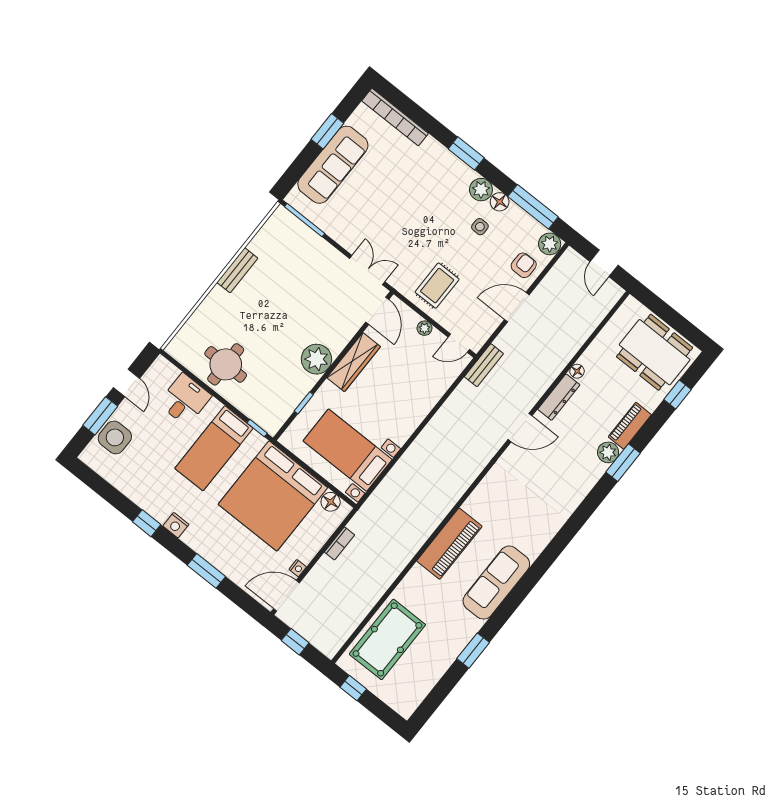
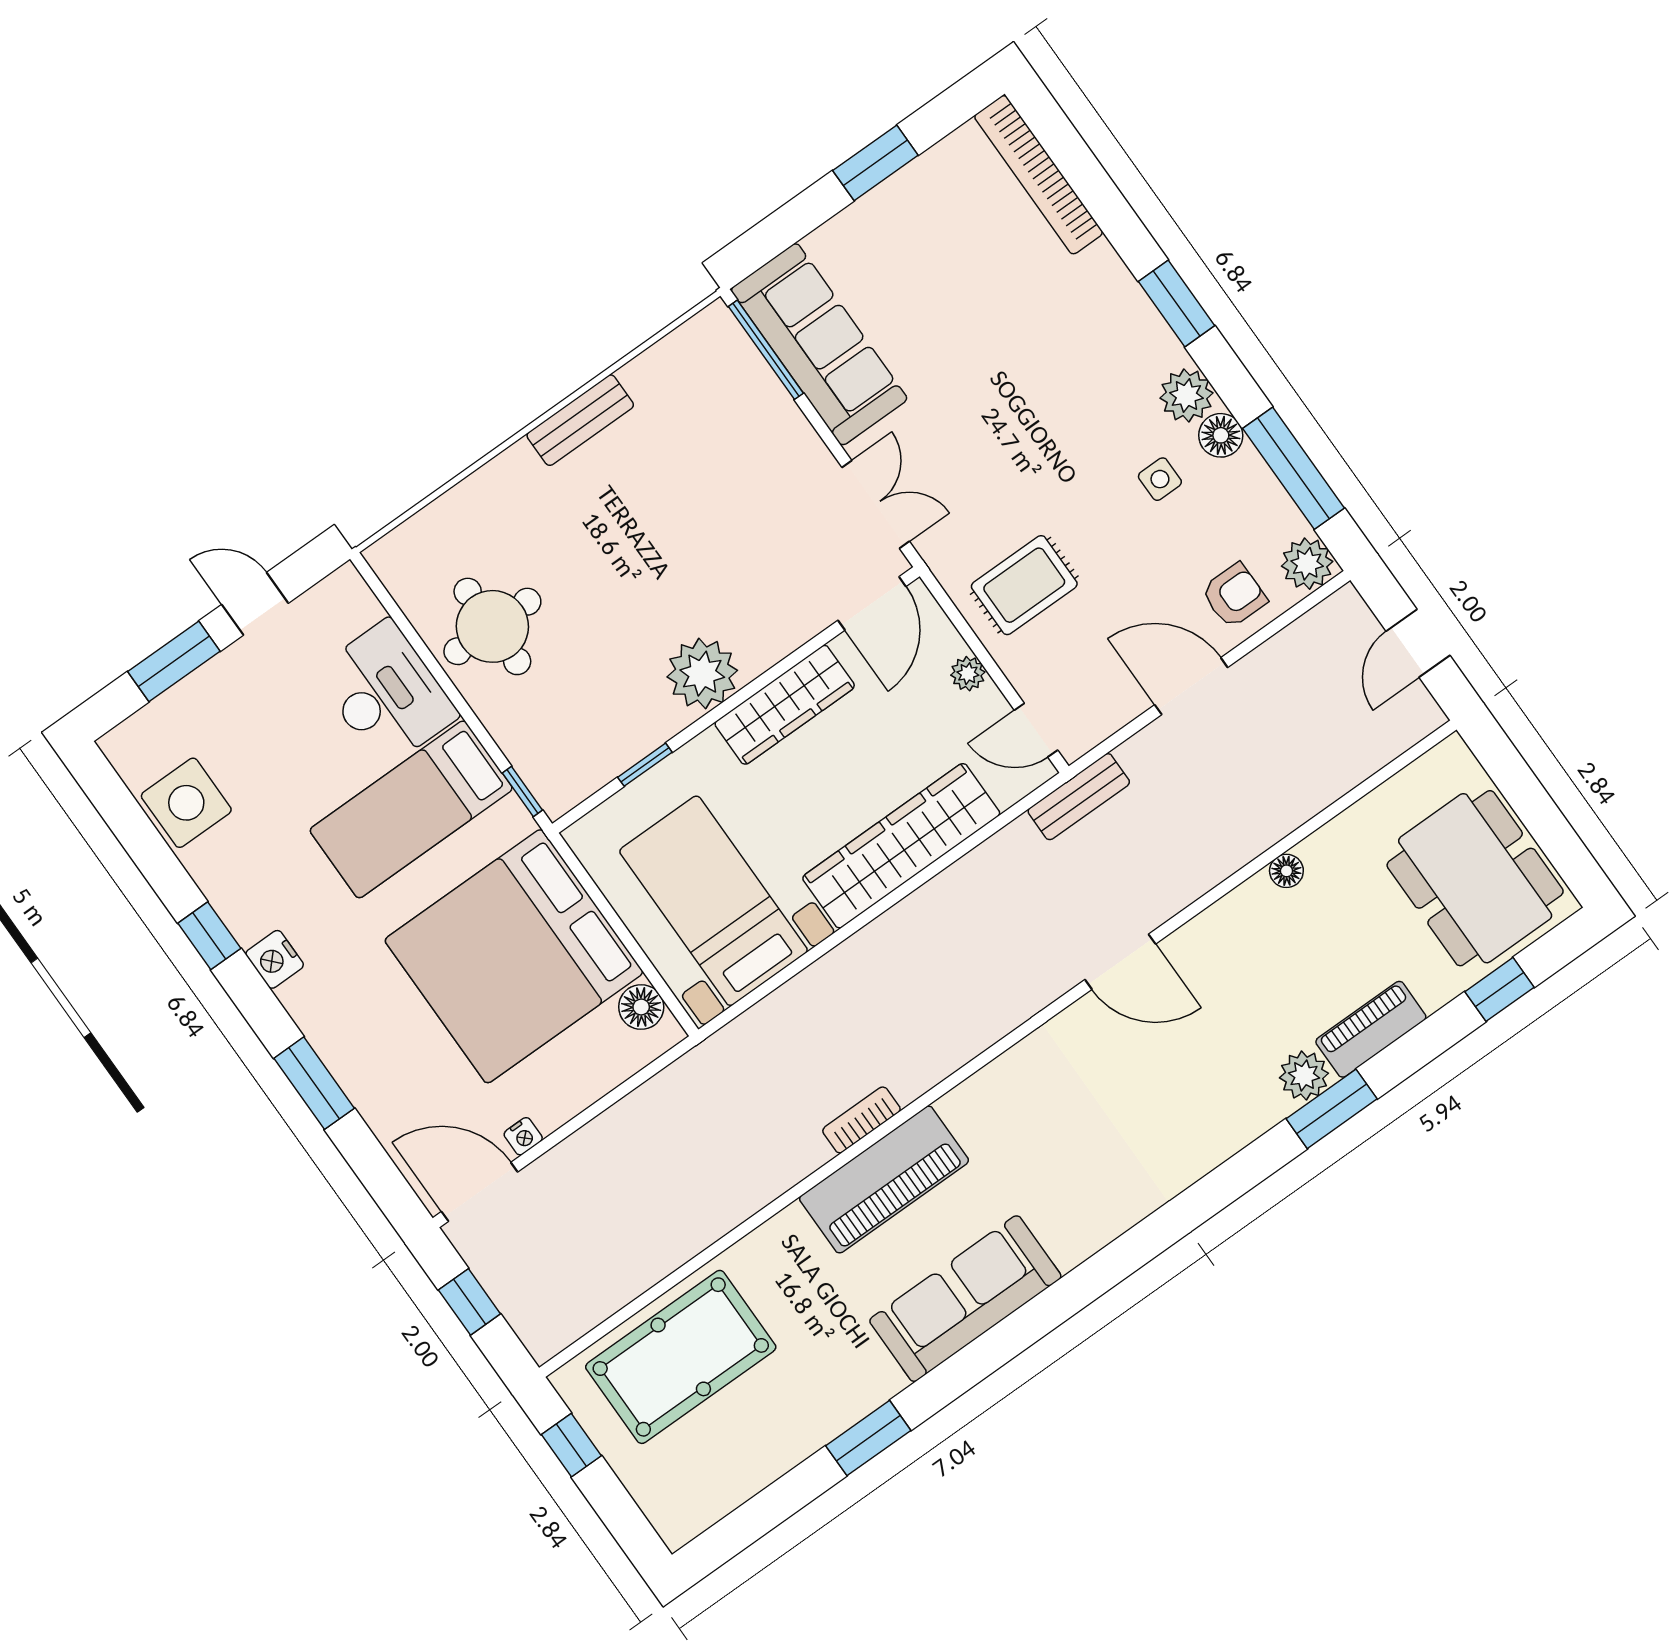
sofa: (333, 165) -> (819, 344), moved, turned -90
door: (126, 383) -> (255, 604), swing flipped
dresser: (559, 397) -> (1228, 918), removed
desk: (185, 400) -> (386, 694), width x1.37
wardrobe: (417, 406) -> (901, 846), added
side table: (115, 437) -> (186, 803), moved
bookcase: (340, 543) -> (861, 1120), moved, turned 180

